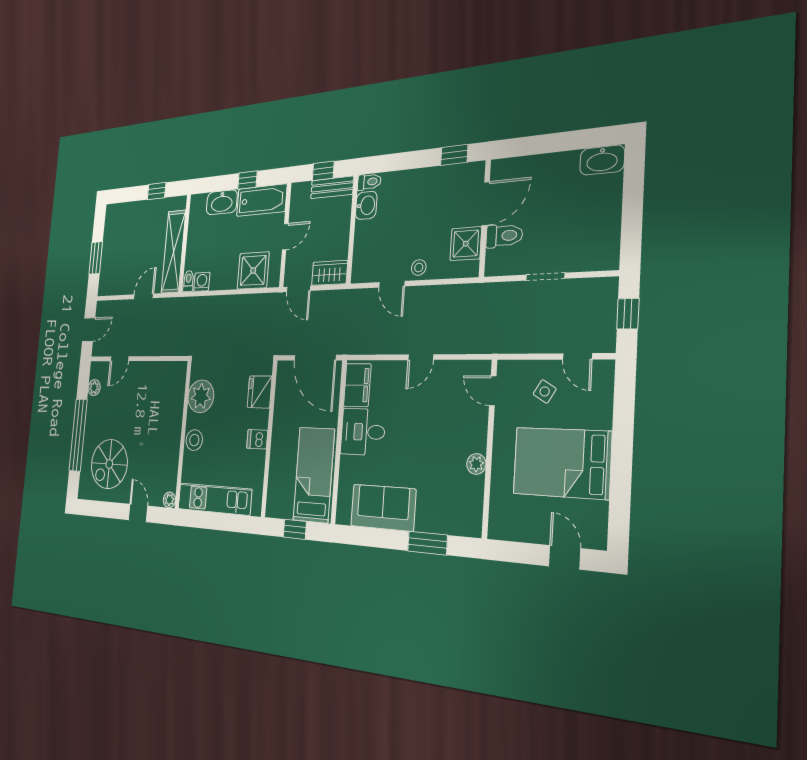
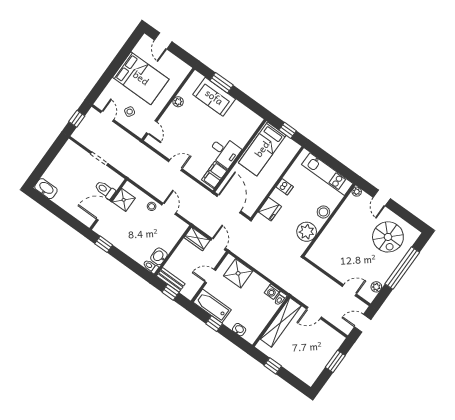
washbasin: (222, 202) -> (239, 330), width x0.52, depth x0.69
spiral stairs: (109, 464) -> (388, 237), turned 90
sofa: (383, 508) -> (214, 97), moved

